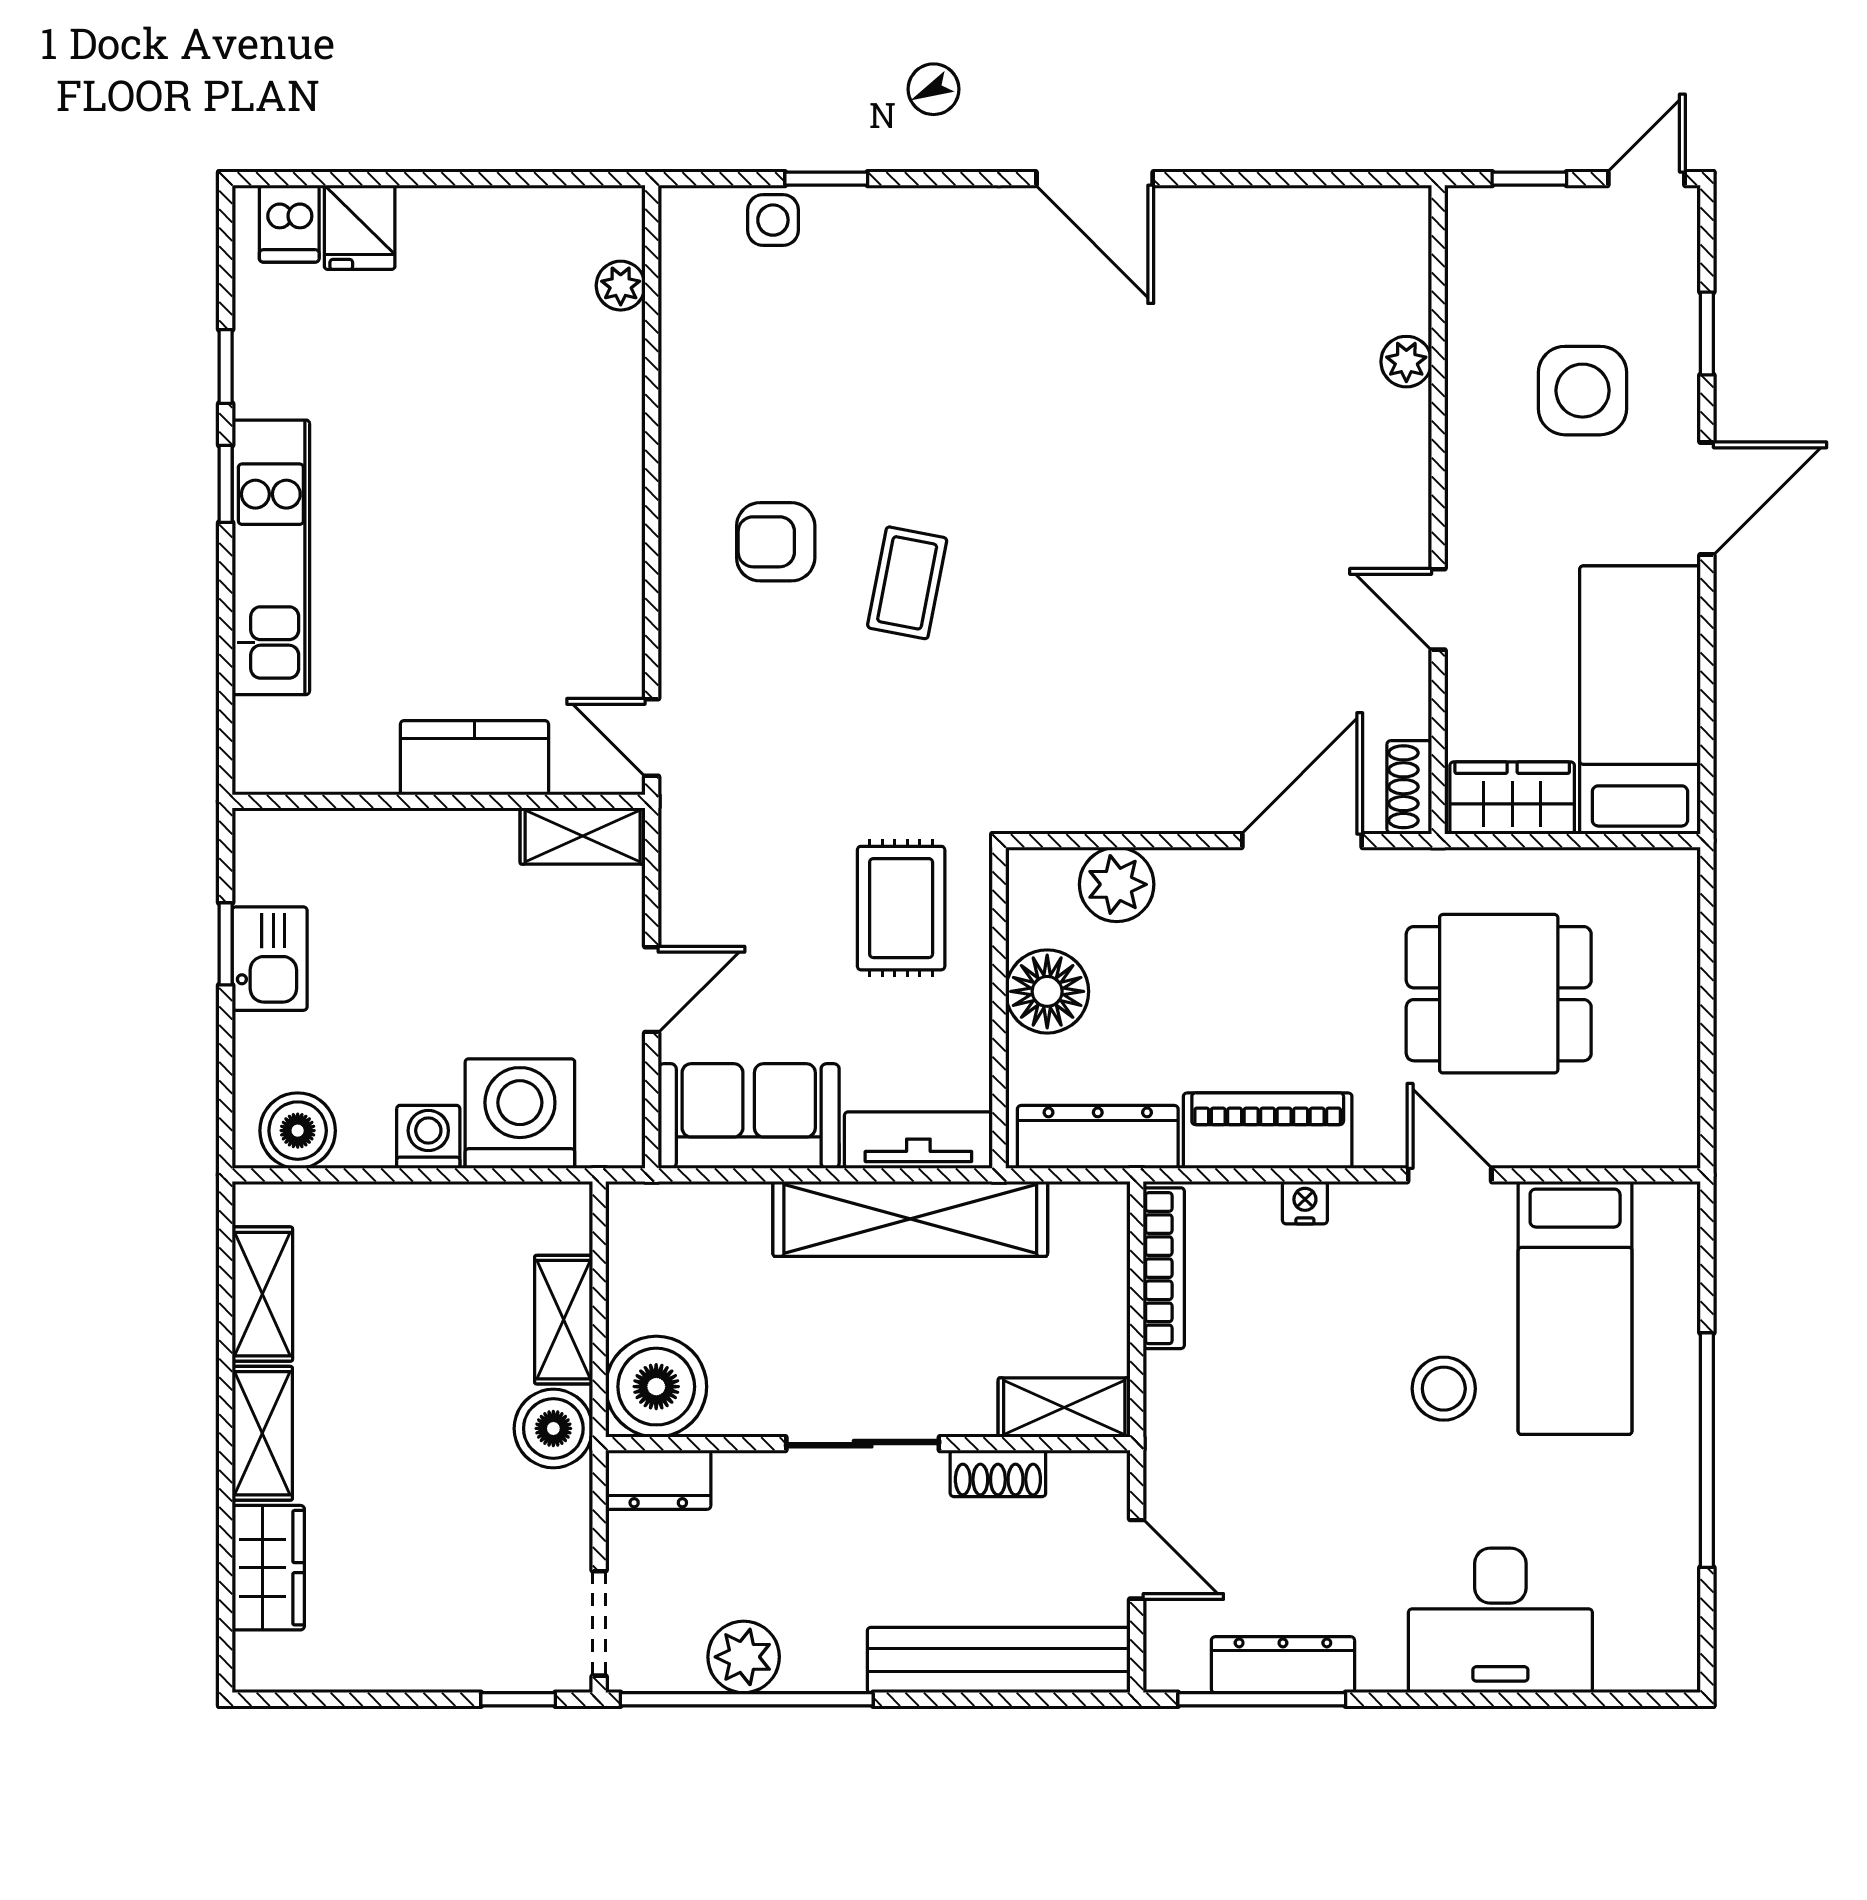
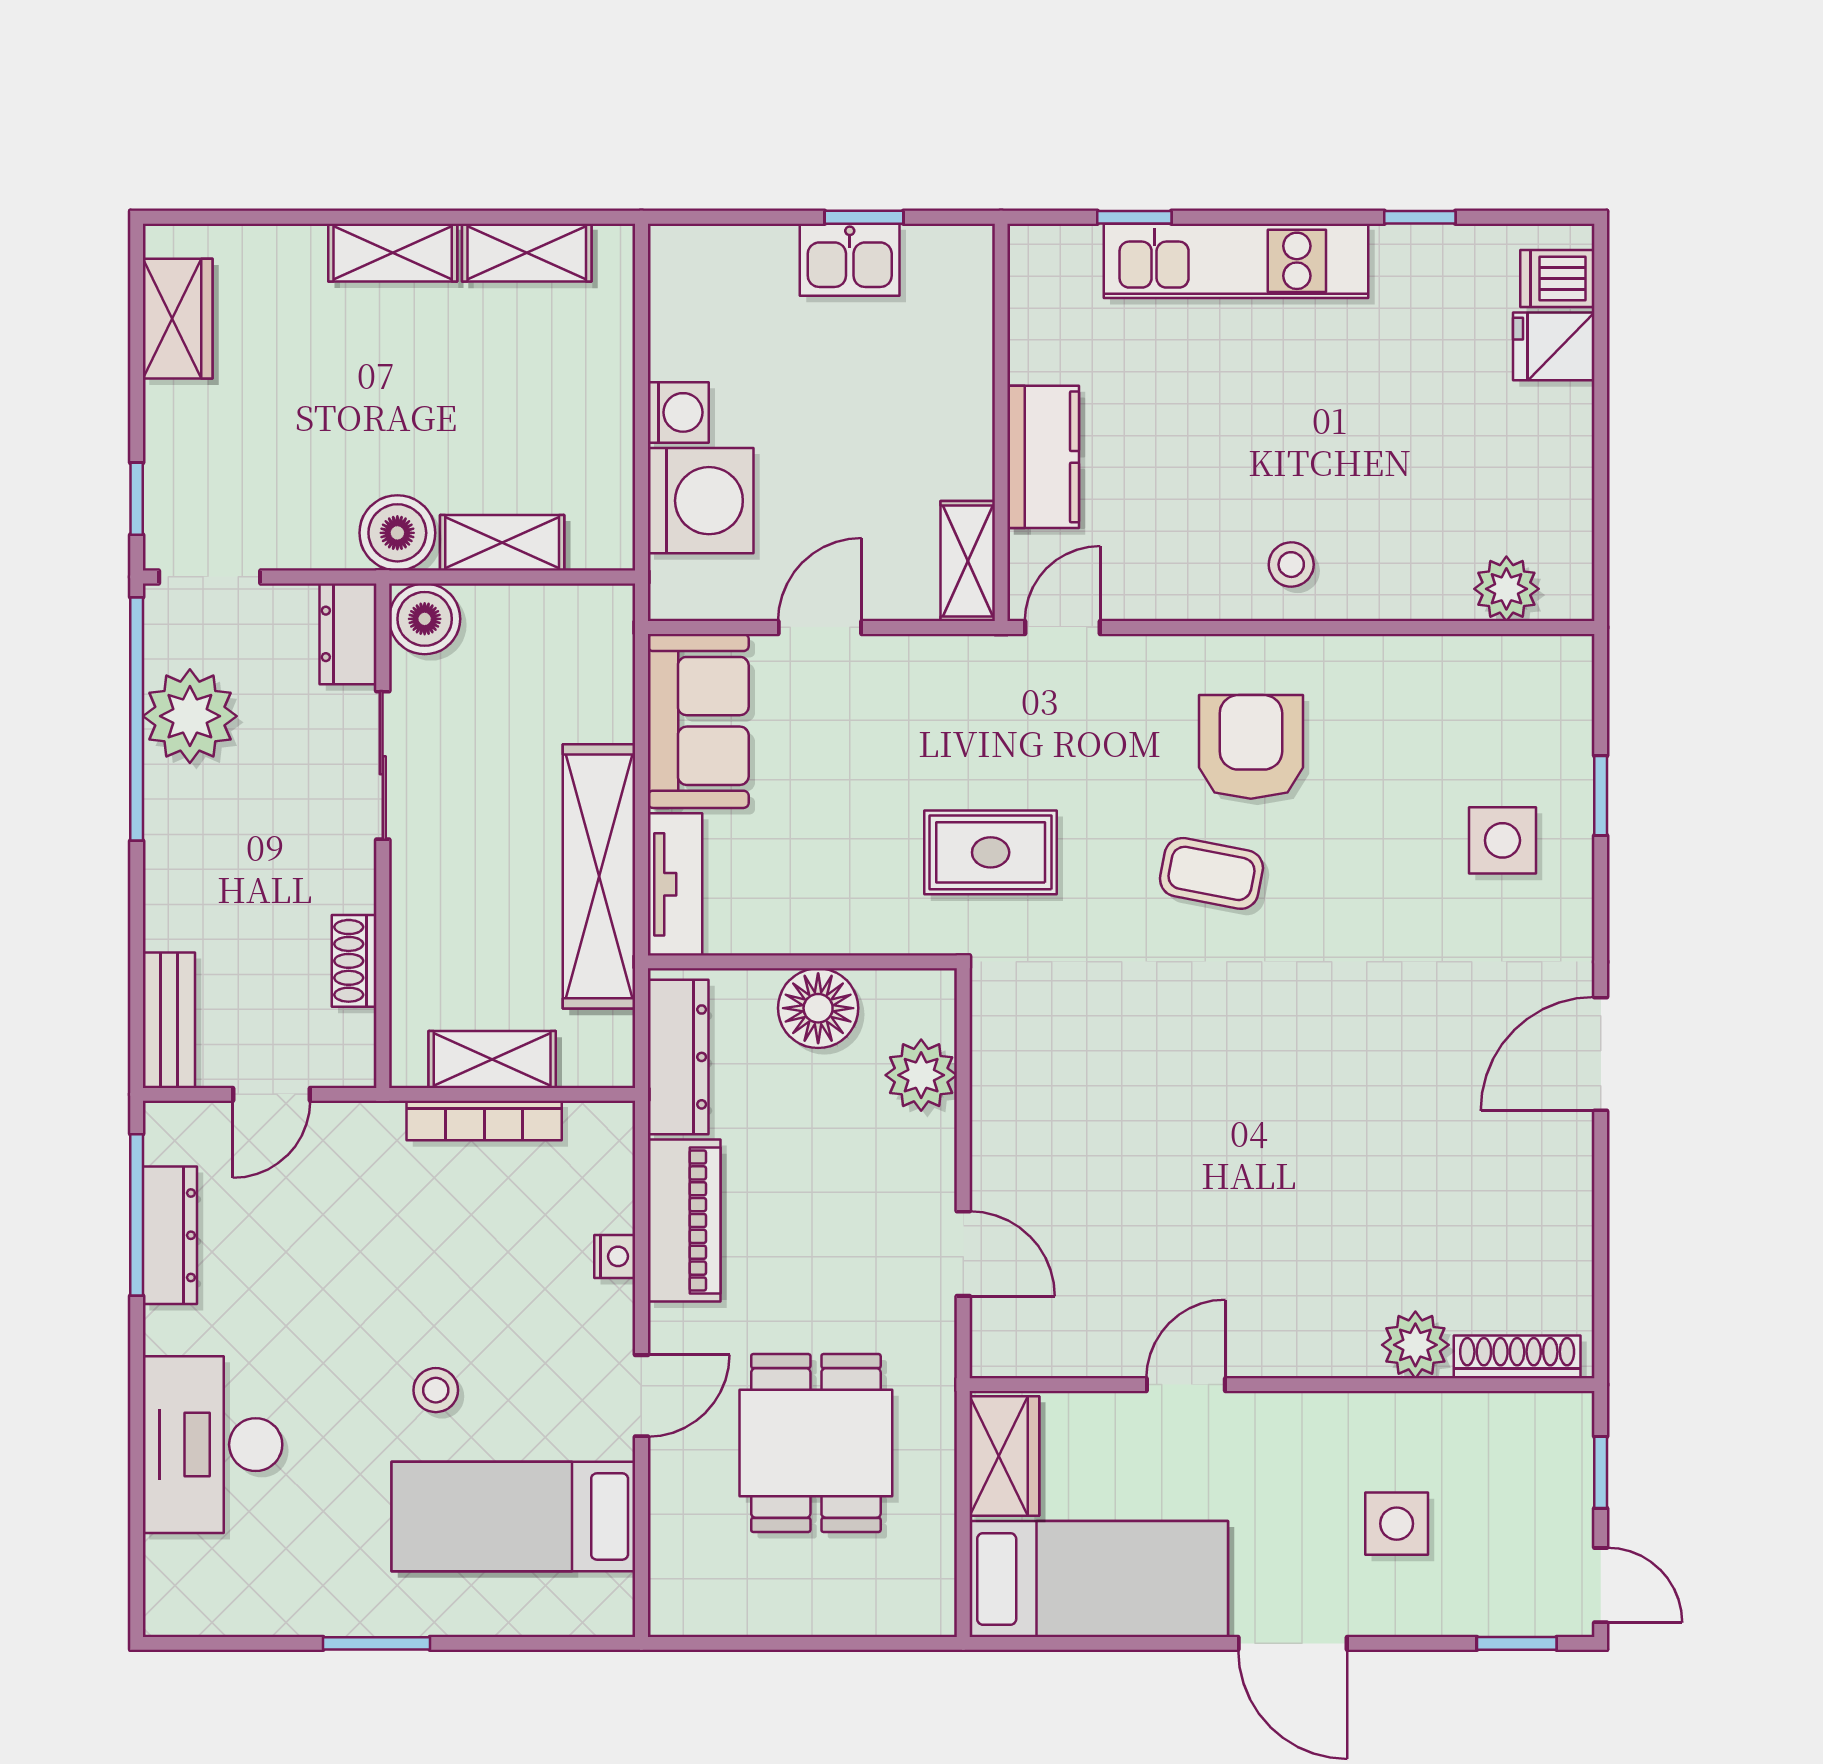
side table: (773, 220) -> (1502, 840), moved, width x1.37, depth x1.37
plant: (621, 286) -> (1506, 589), width x1.38, depth x1.38
window: (1707, 333) -> (1517, 1643), moved
plant: (1406, 362) -> (1415, 1345), width x1.38, depth x1.38
side table: (1583, 391) -> (1397, 1524), width x0.73, depth x0.73
window: (226, 484) -> (1134, 217), moved
stool: (586, 500) -> (1291, 565), added
armchair: (776, 542) -> (1251, 747), width x1.38, depth x1.38
shoe rack: (1409, 787) -> (1517, 1357), moved, width x1.43
door: (1302, 841) -> (963, 1254), width x0.73
rug: (901, 908) -> (991, 852), moved
door: (652, 990) -> (820, 627), swing flipped
boiler: (298, 1131) -> (684, 287), removed
bookcase: (1164, 1268) -> (484, 1121), moved
boiler: (656, 1387) -> (425, 619), width x0.73, depth x0.73
stool: (1444, 1389) -> (436, 1390), width x0.73, depth x0.73
shelving: (1064, 1407) -> (492, 1060), moved, turned 90
sliding door: (863, 1444) -> (383, 765), moved
window: (1707, 1450) -> (377, 1643), width x0.47
wardrobe: (268, 1568) -> (178, 319), moved, turned -90
plant: (744, 1657) -> (190, 716), width x1.36, depth x1.36
bench: (999, 1660) -> (169, 1020), width x0.54, depth x0.82

